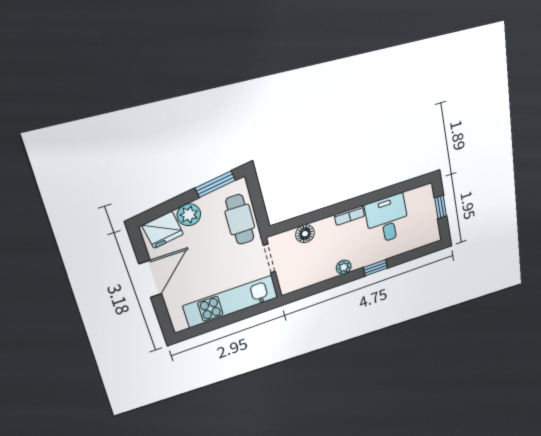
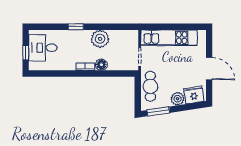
desk: (387, 219) -> (43, 48), moved, turned 90
floor lamp: (305, 234) -> (101, 65), moved
plant: (344, 267) -> (100, 39), width x1.87, depth x1.87
door: (150, 279) -> (209, 69), swing flipped

